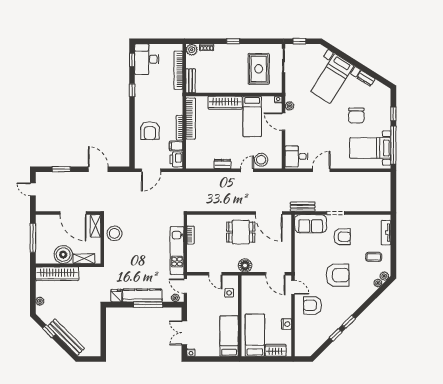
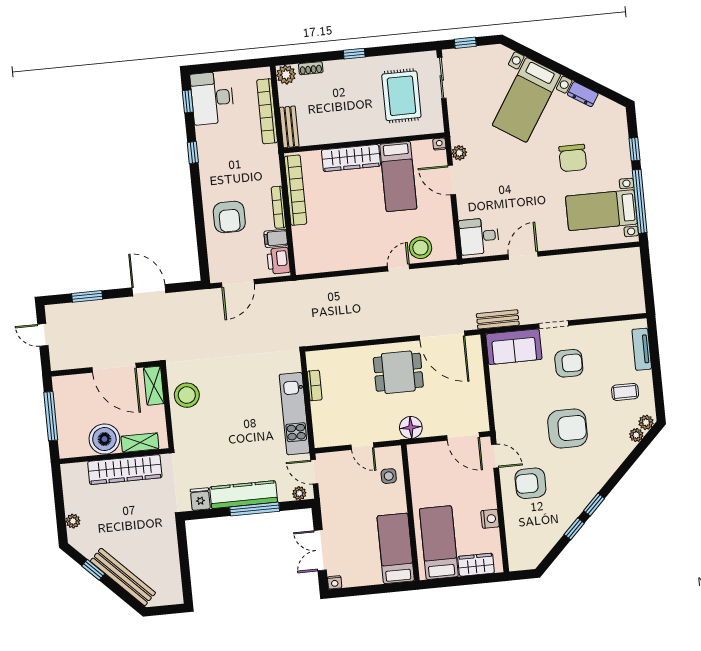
dresser: (222, 164) -> (356, 261), removed
wardrobe: (57, 274) -> (125, 470), moved

